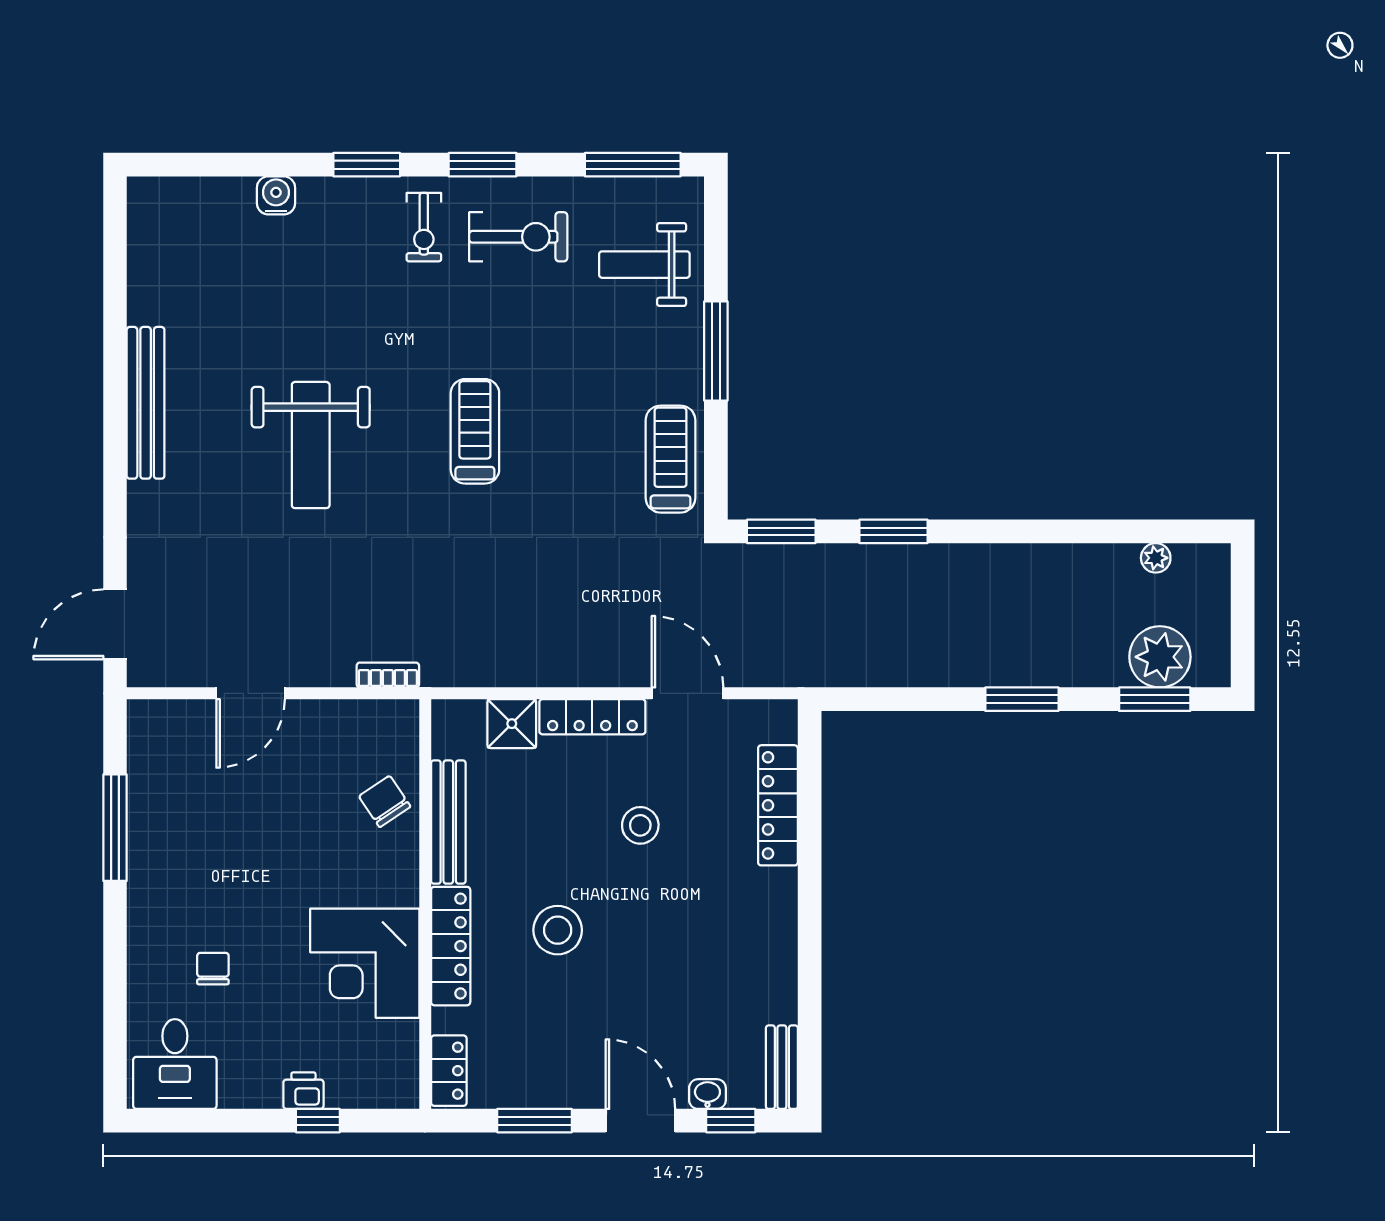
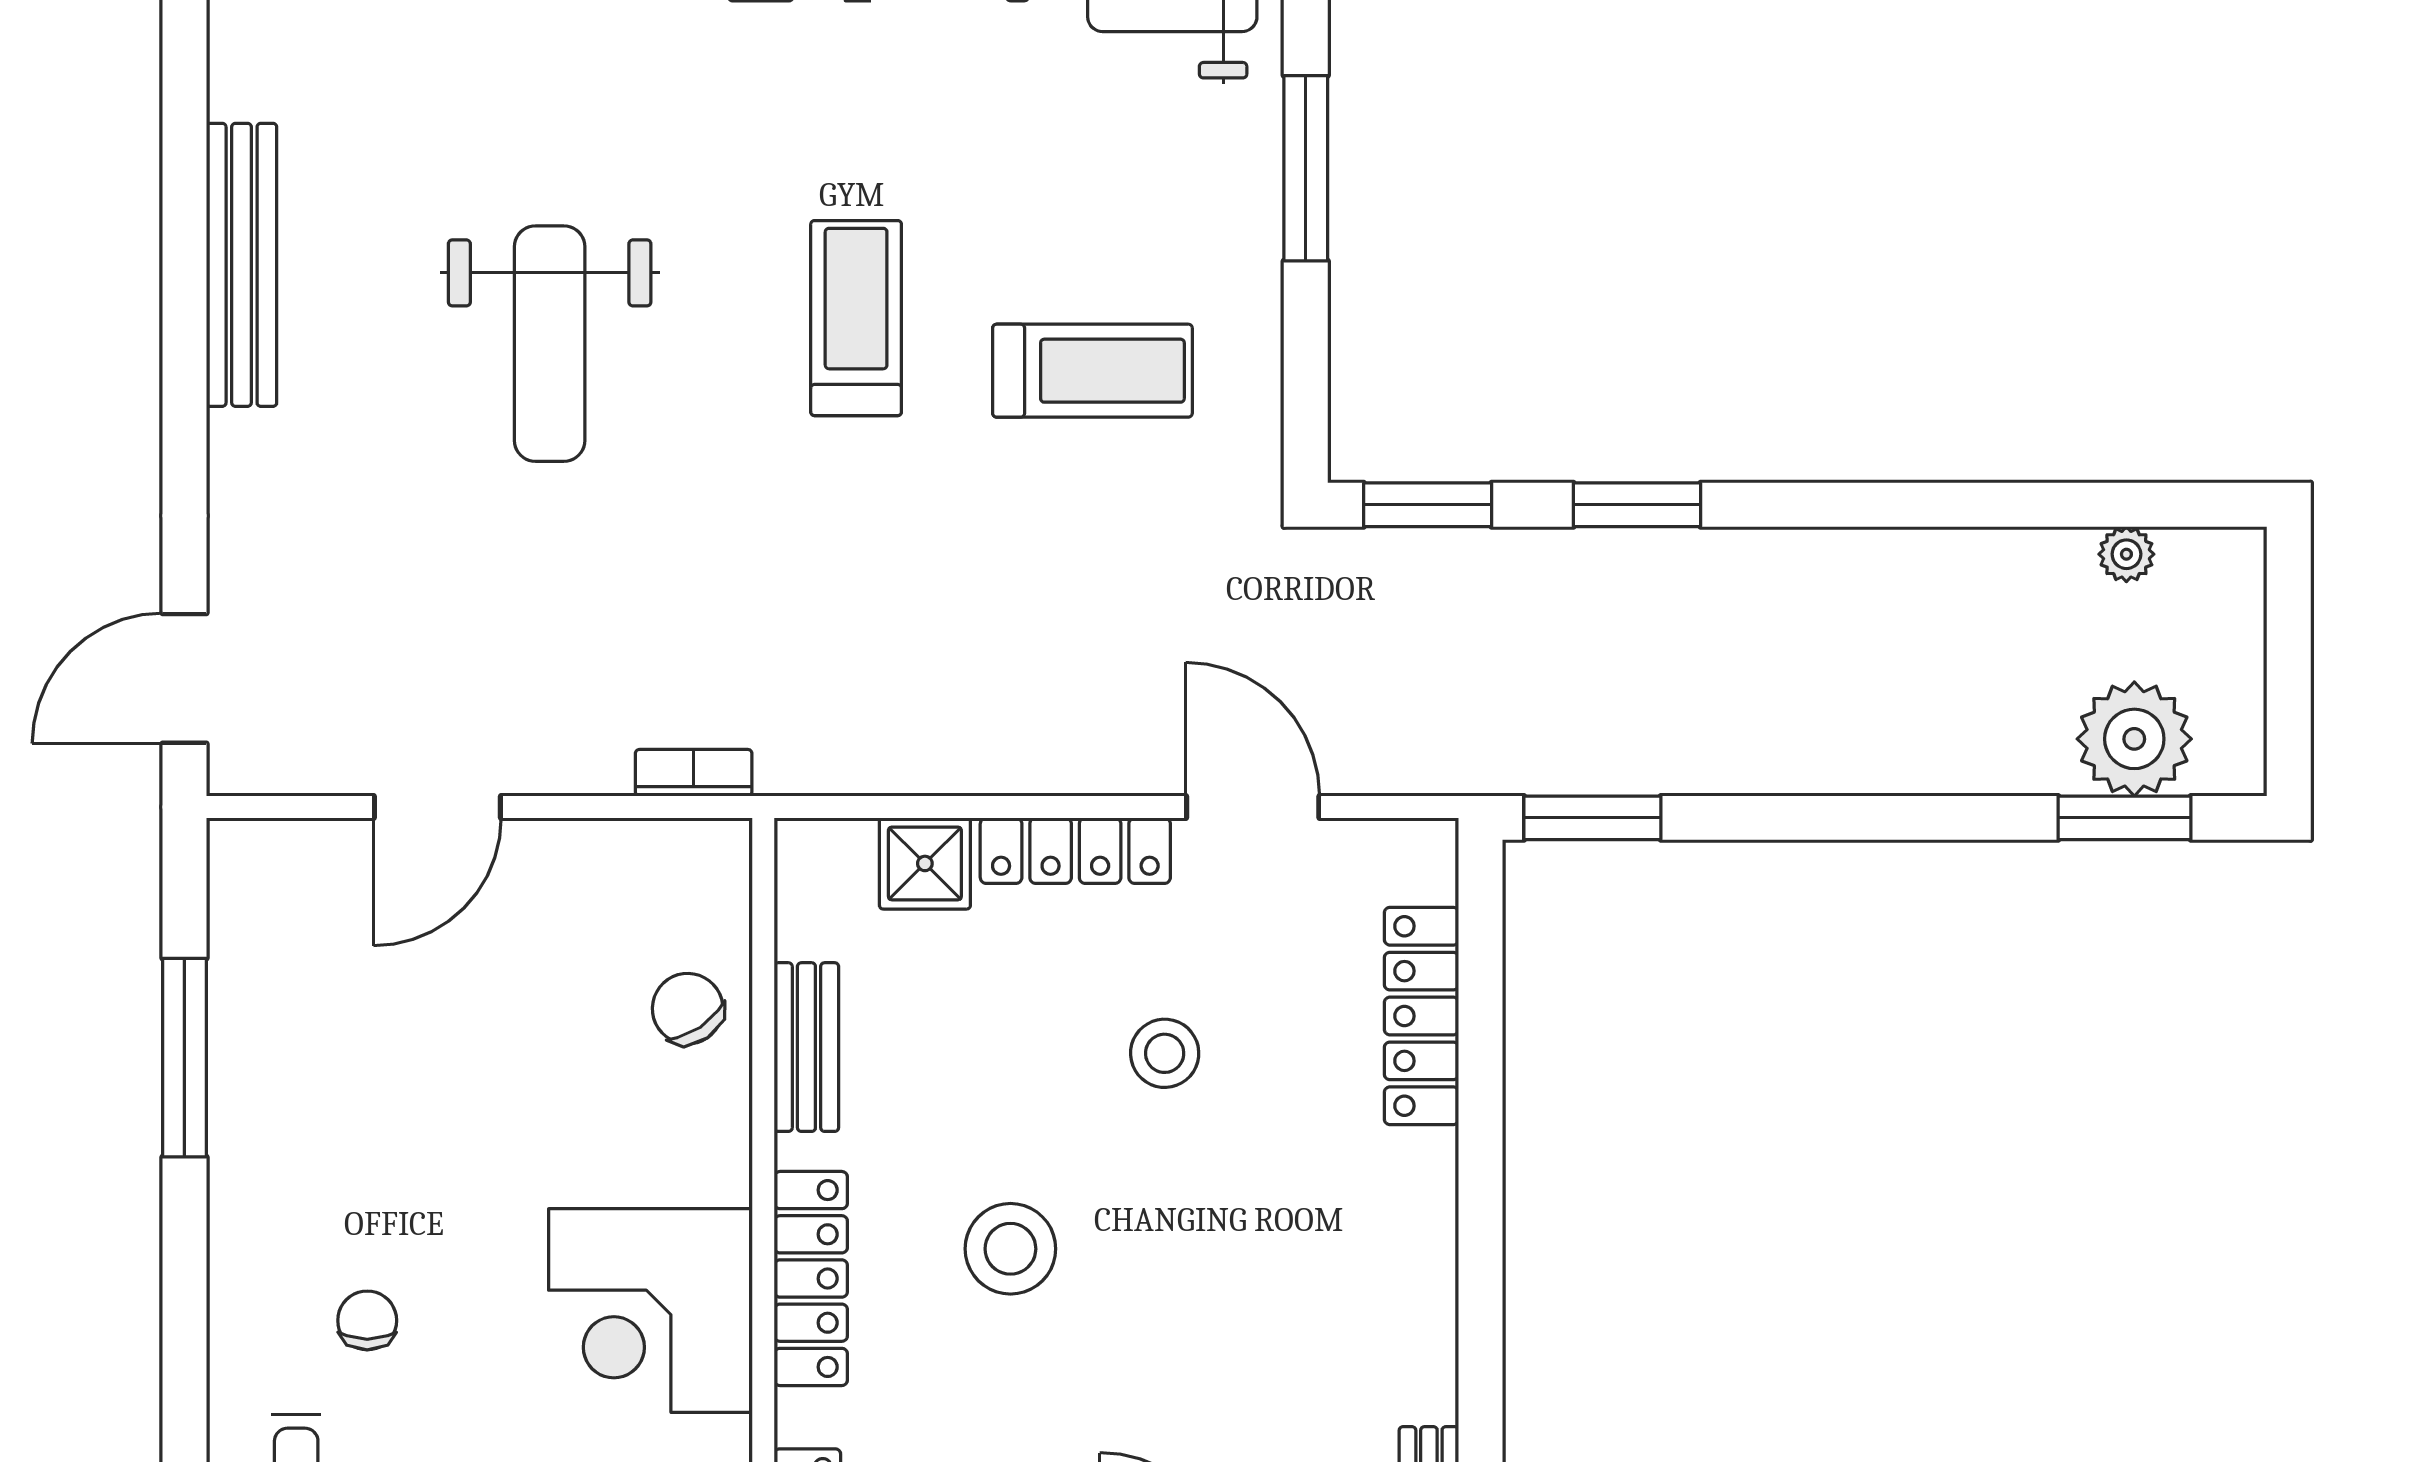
treadmill: (670, 459) -> (1092, 371), moved, turned 90
window: (1022, 699) -> (1592, 818), moved
bench: (448, 822) -> (806, 1047), width x0.73

